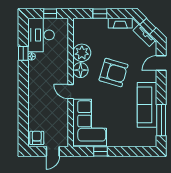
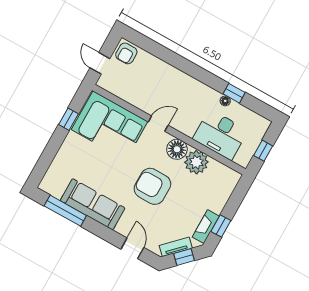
window: (100, 14) -> (221, 226), moved
desk: (41, 35) -> (220, 135), moved, turned 180
armchair: (114, 73) -> (152, 186), turned 74
armchair: (37, 138) -> (126, 53), turned 90

